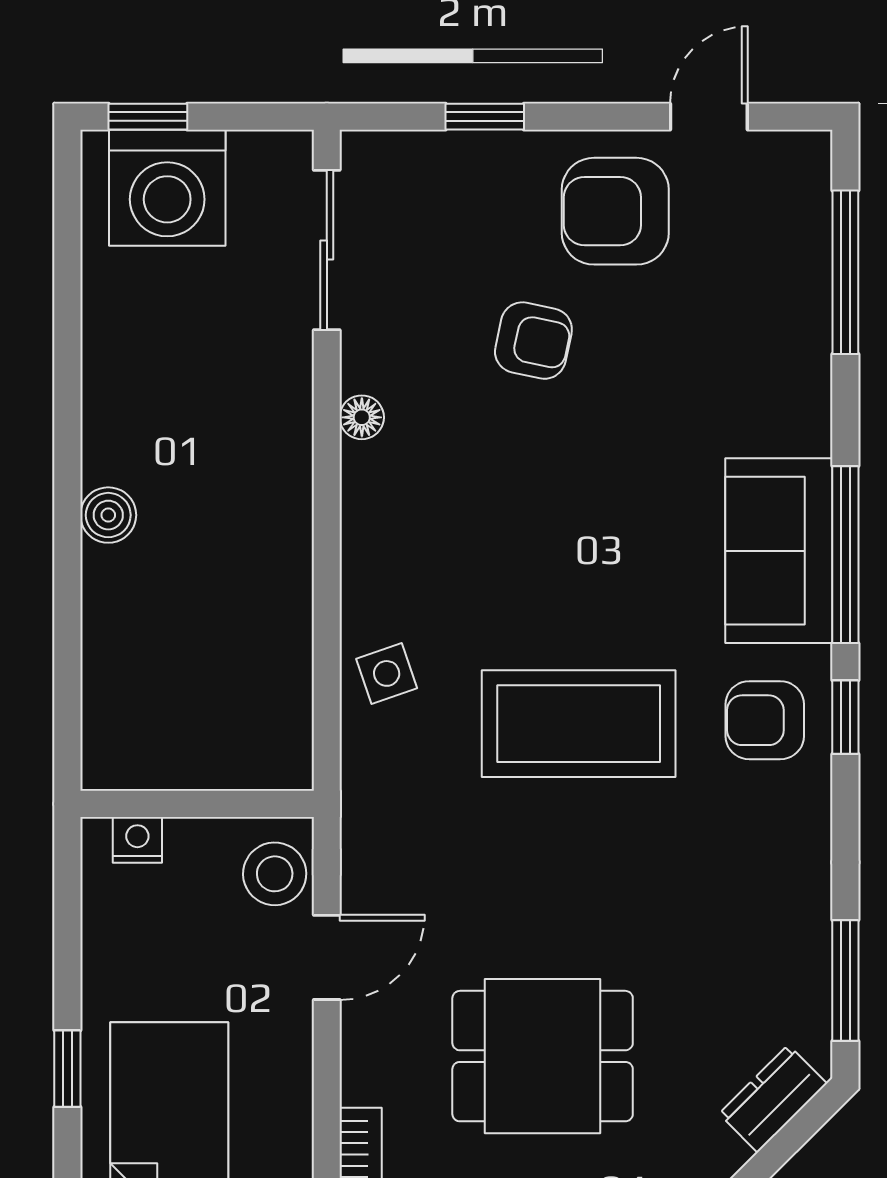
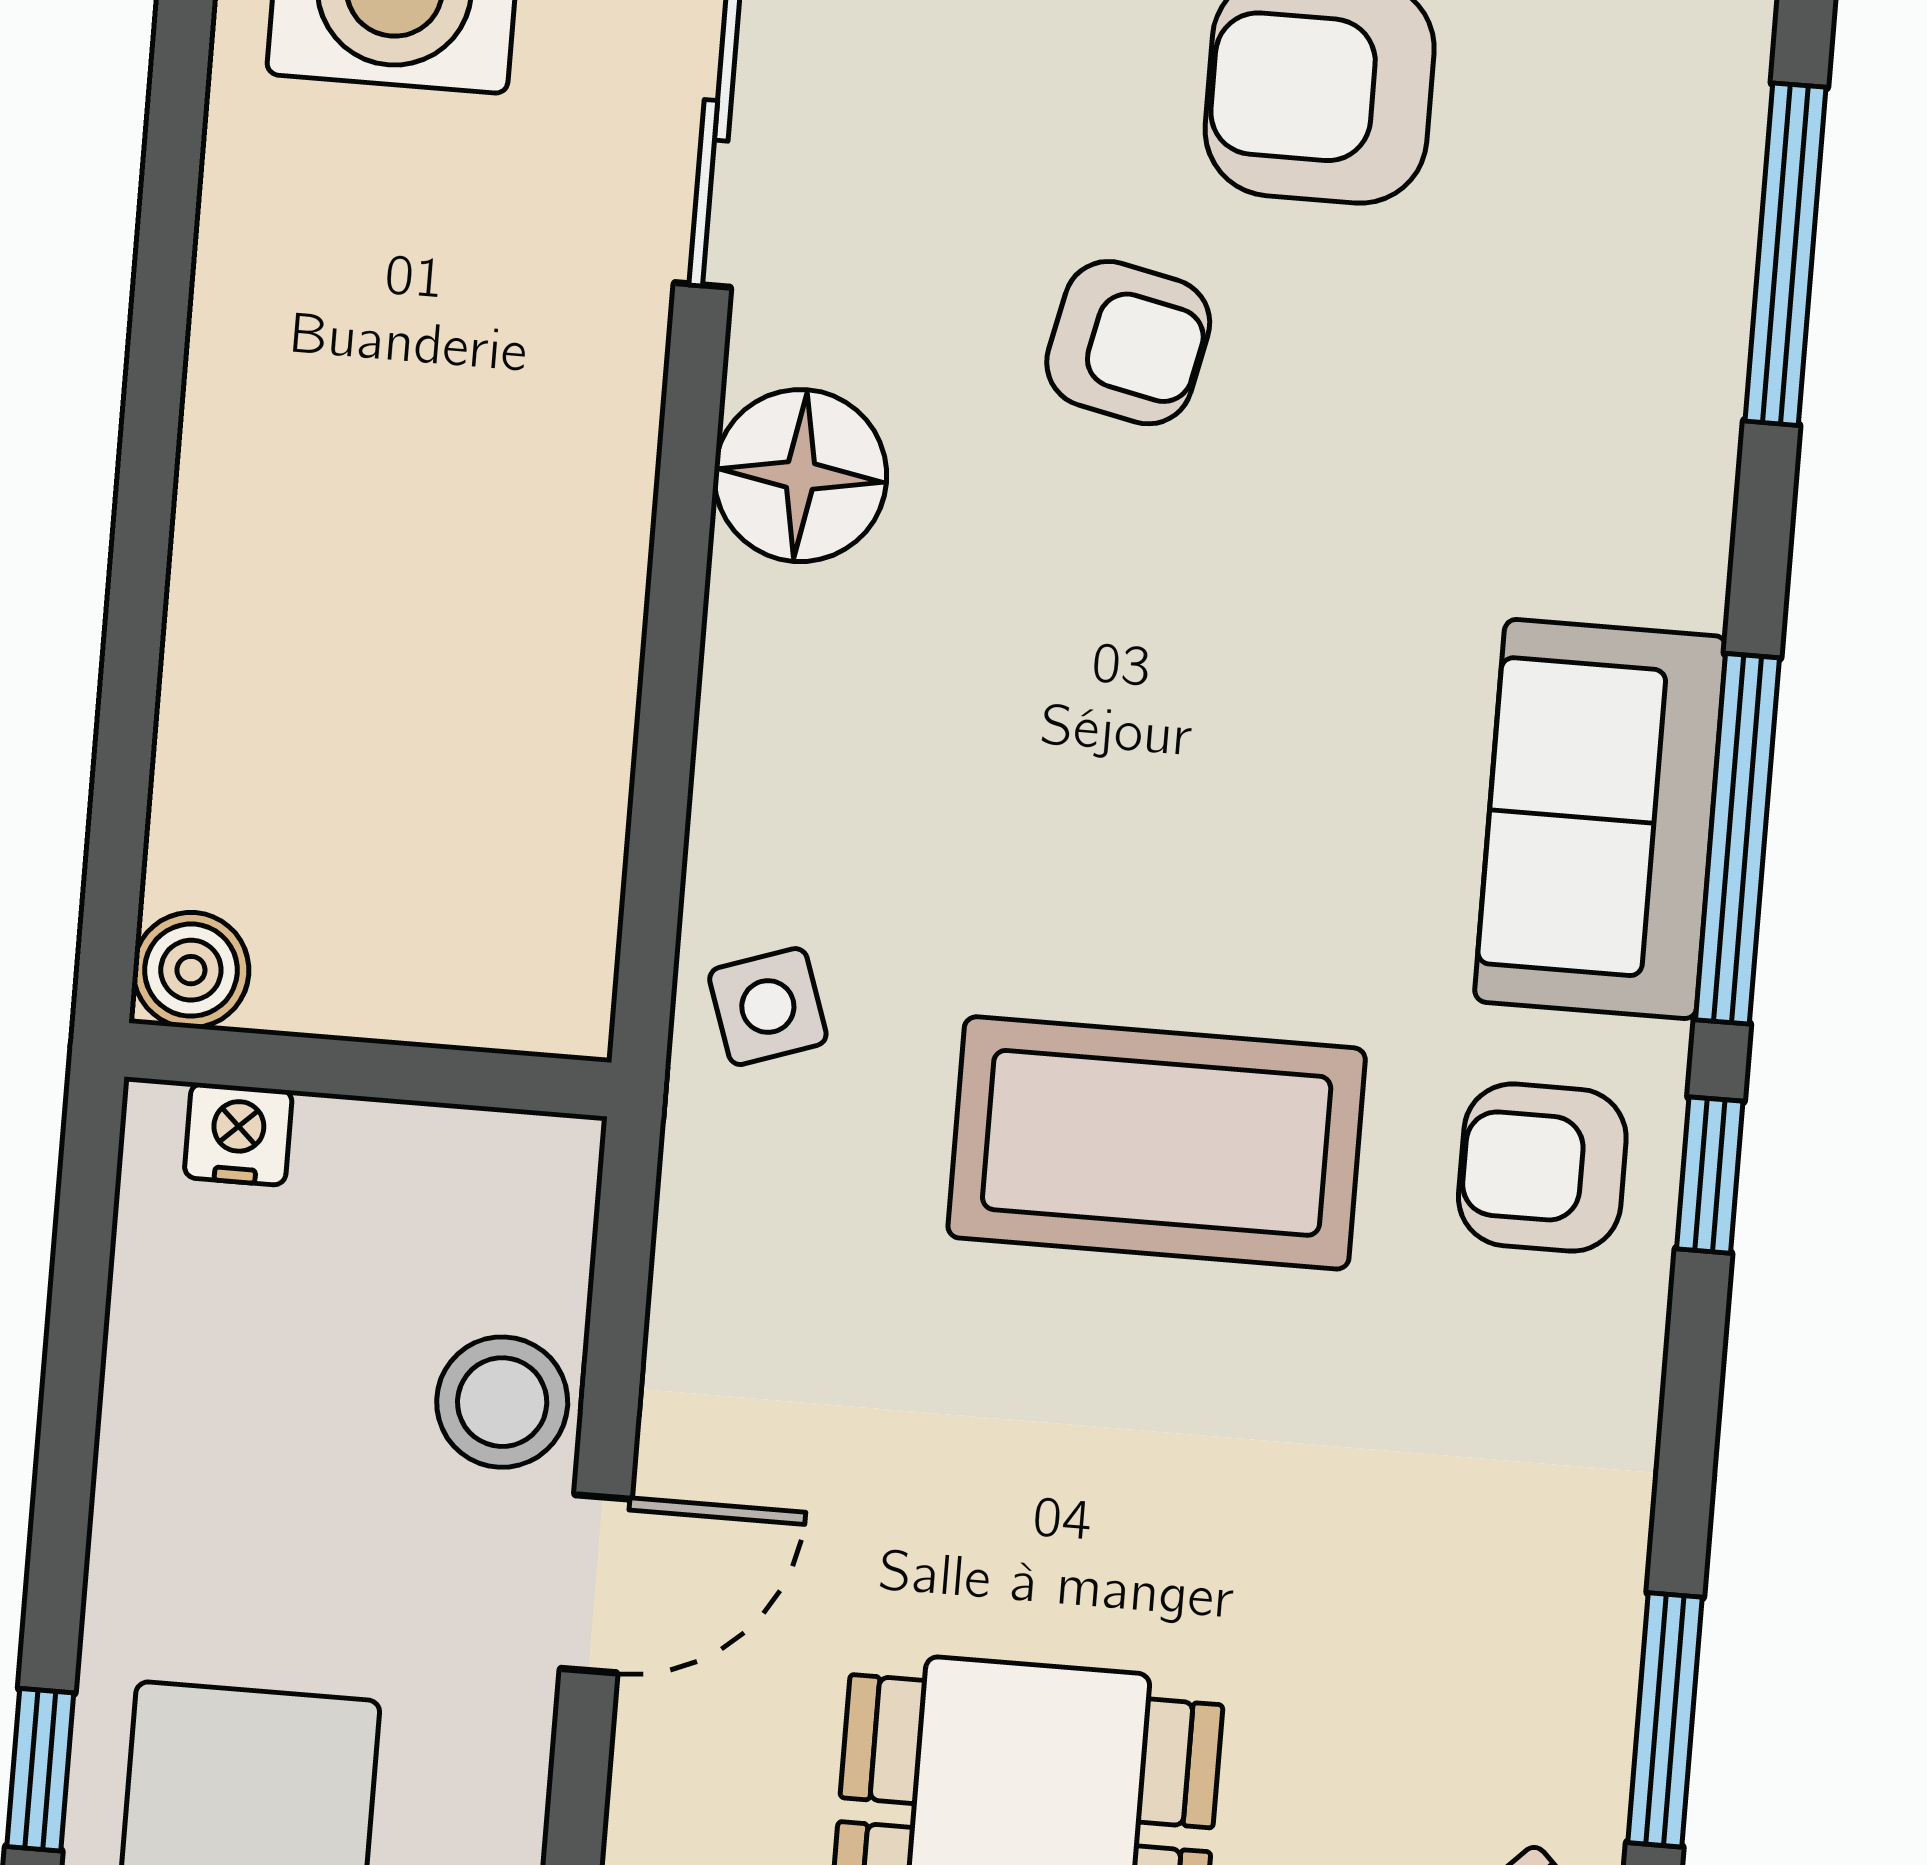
floor lamp: (362, 417) -> (800, 476), width x1.89, depth x1.89
boiler: (108, 515) -> (191, 970), moved
wall: (197, 804) -> (368, 1070), moved
nightstand: (137, 840) -> (238, 1134), moved

